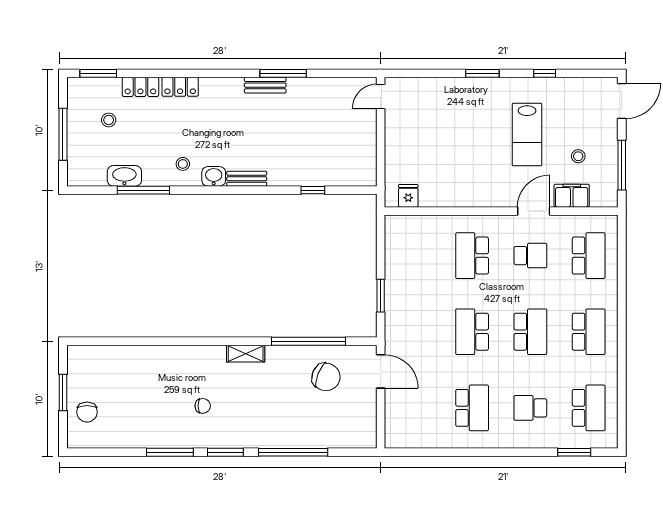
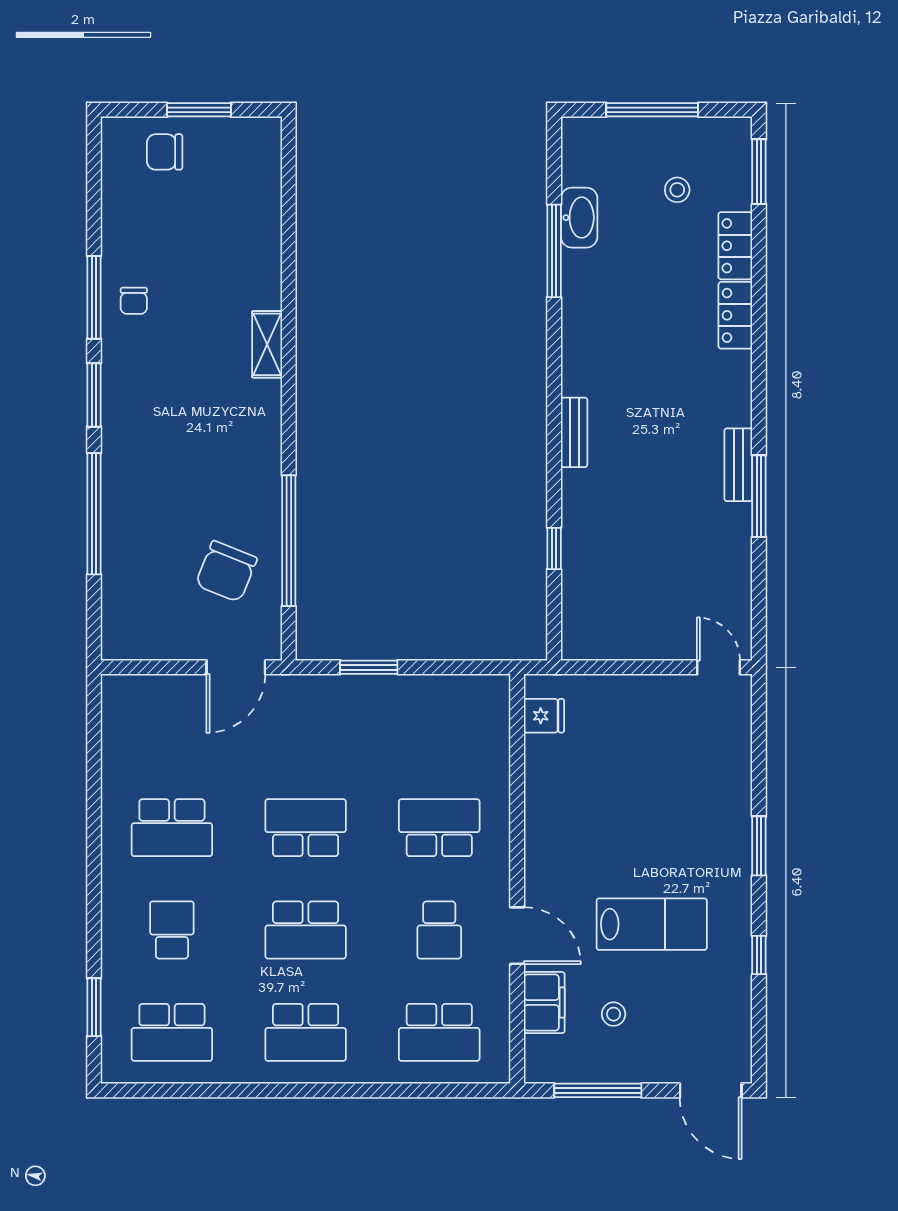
lab bench: (527, 135) -> (652, 924), turned 180
stool: (183, 164) -> (600, 320), removed
washbasin: (214, 176) -> (578, 374), removed
shelving: (246, 354) -> (267, 344), moved
chair: (203, 406) -> (134, 301), moved

